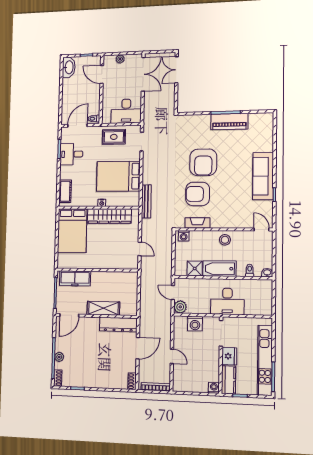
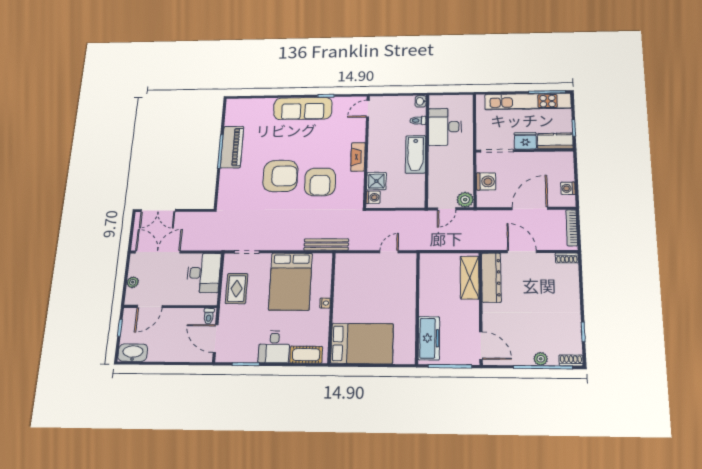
desk: (71, 154) -> (274, 347), moved
wardrobe: (109, 216) -> (344, 293), removed
fireplace: (197, 223) -> (358, 157), moved
stool: (225, 240) -> (379, 149), removed
shower: (195, 268) -> (376, 181), moved
desk: (227, 301) -> (445, 127), moved, turned 180
shelving: (103, 308) -> (470, 278), moved
door: (172, 356) -> (530, 208), width x1.88
washing machine: (214, 388) -> (568, 188), moved

